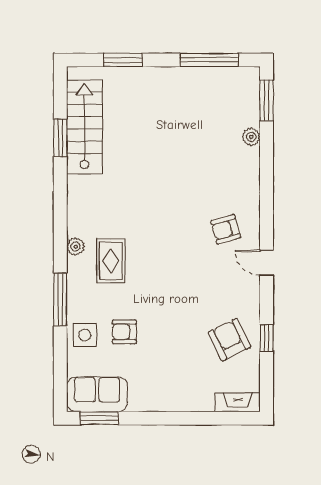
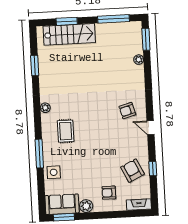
stairs: (84, 127) -> (69, 34), moved, turned 90
plant: (76, 247) -> (45, 108), moved
armchair: (124, 332) -> (109, 193), moved
plant: (141, 400) -> (86, 206), added

